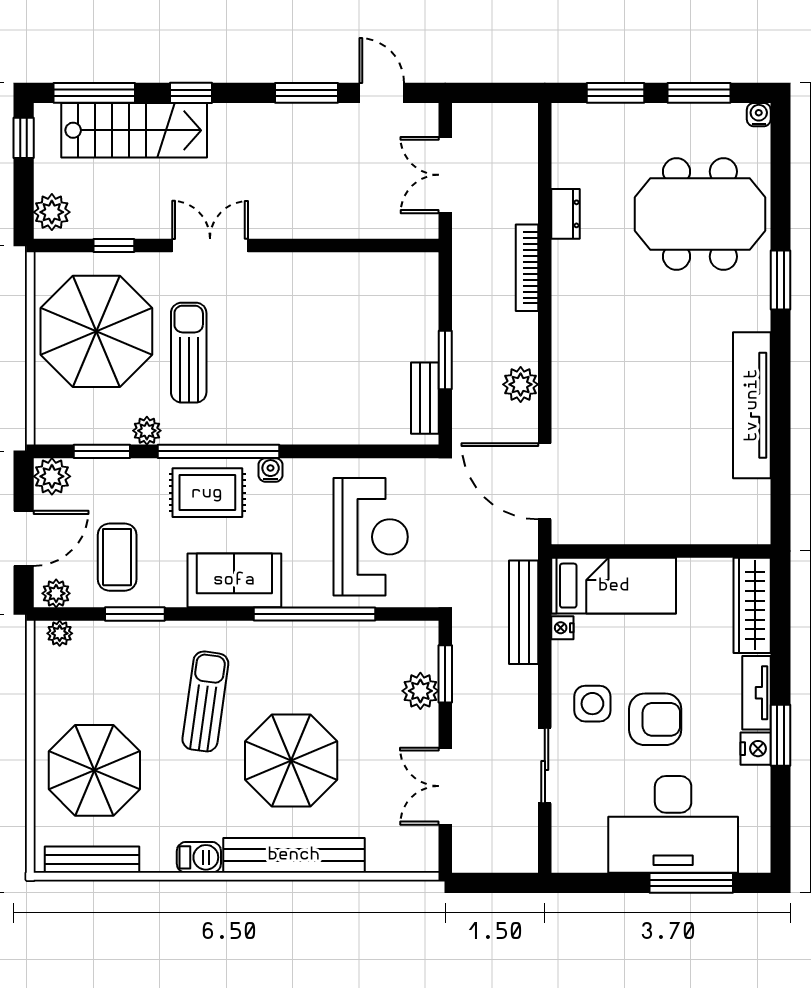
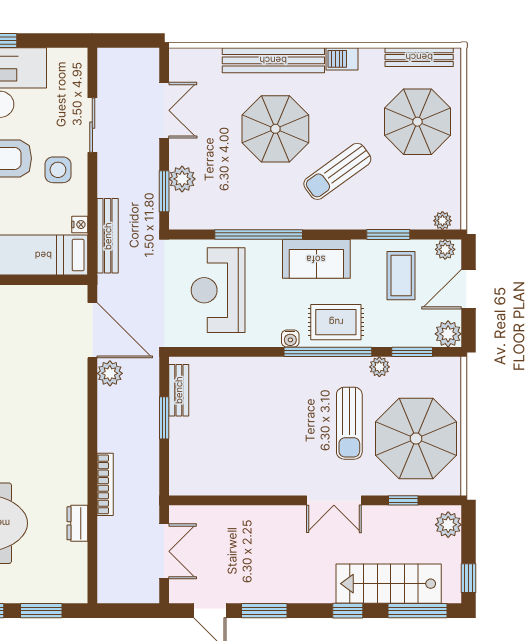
plant: (521, 384) -> (110, 373), moved
sun lounger: (205, 701) -> (337, 171), turned 46

